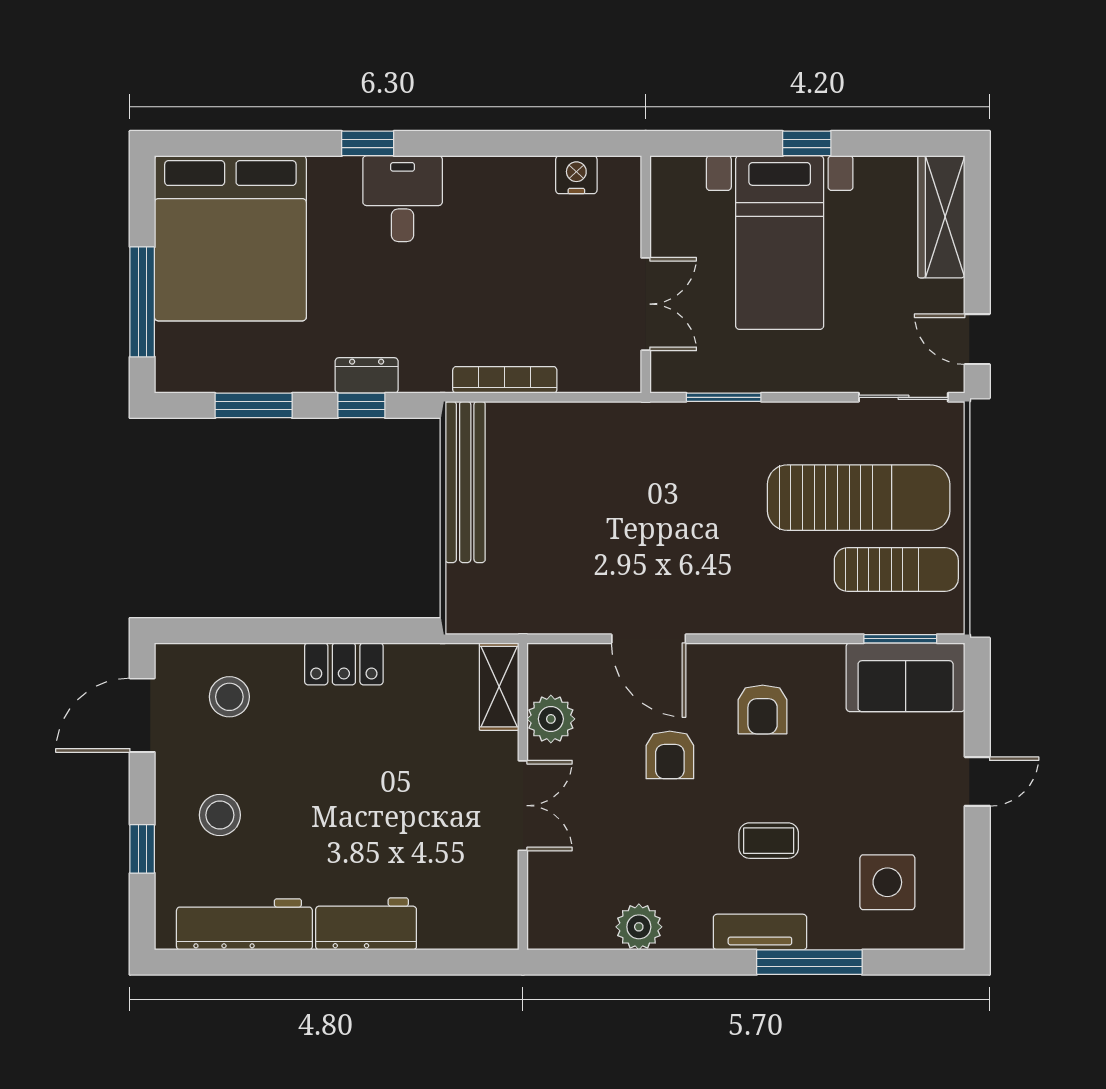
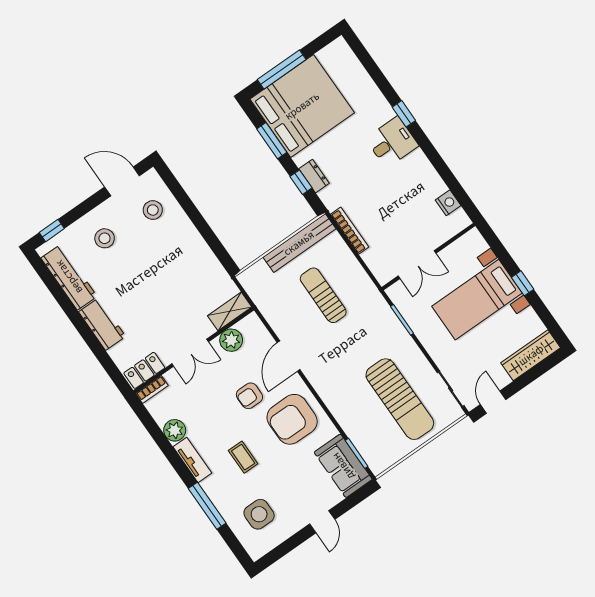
bed: (230, 238) -> (302, 106), moved, turned 180
sun lounger: (896, 569) -> (323, 295), moved, turned 180
locker: (344, 664) -> (144, 370), moved, turned 90
armchair: (763, 709) -> (292, 419), width x1.88, depth x1.88
door: (977, 781) -> (322, 522), hinge flipped
window: (142, 849) -> (52, 230), moved
bookcase: (540, 917) -> (152, 389), added
tv unit: (760, 932) -> (192, 460), moved

